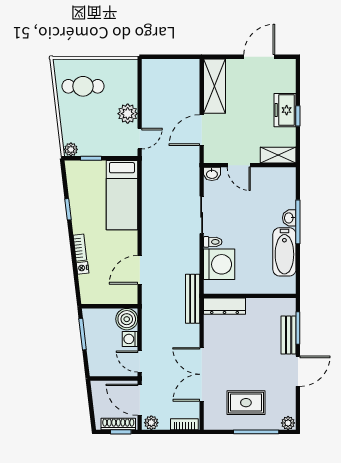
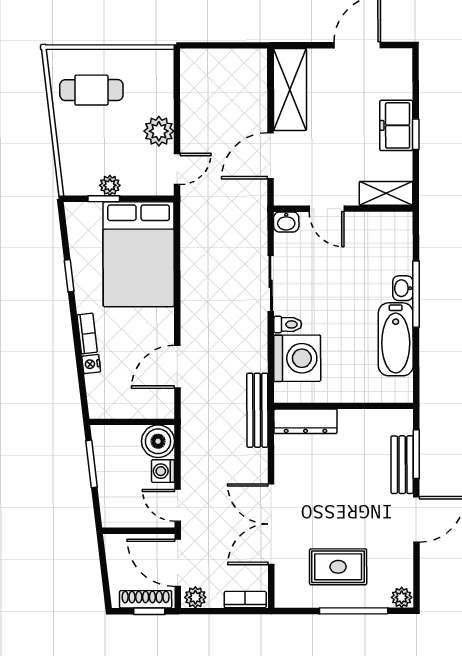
plant: (71, 149) -> (110, 185), moved
bed: (122, 195) -> (139, 254), width x1.50

